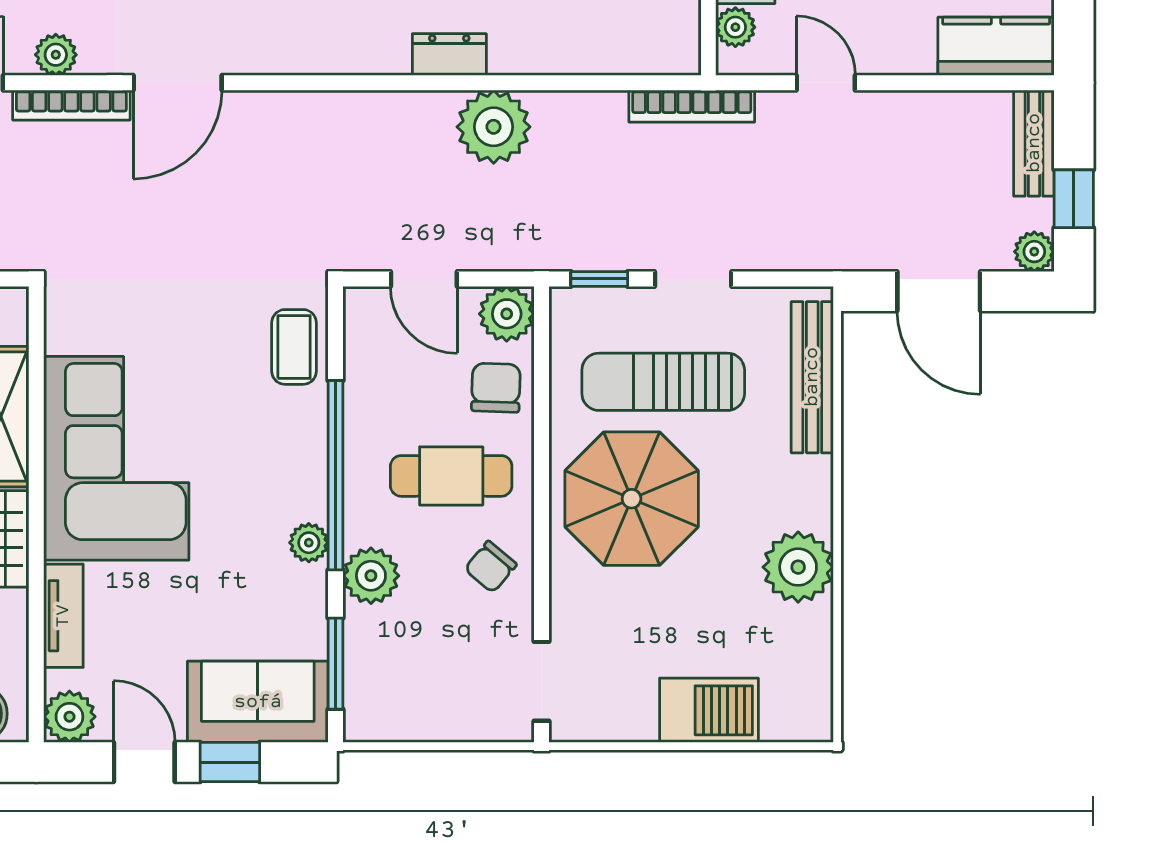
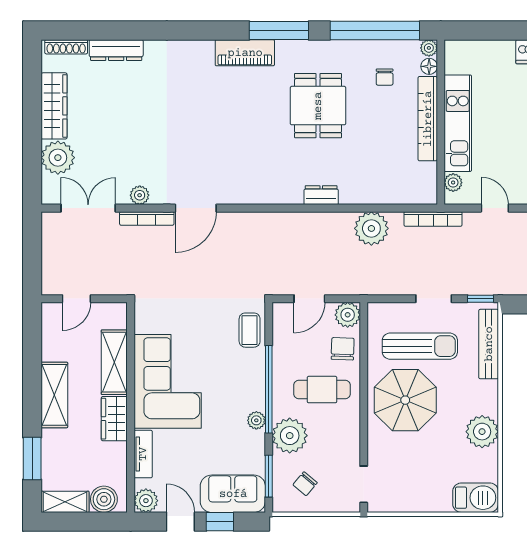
plant: (494, 127) -> (371, 228), moved
door: (424, 279) -> (309, 299), hinge flipped
window: (599, 279) -> (481, 299), moved
sun lounger: (663, 382) -> (420, 346), turned 180
chair: (491, 567) -> (305, 484), moved
plant: (371, 576) -> (290, 436), width x1.36, depth x1.36
barbecue: (709, 710) -> (476, 498), moved

